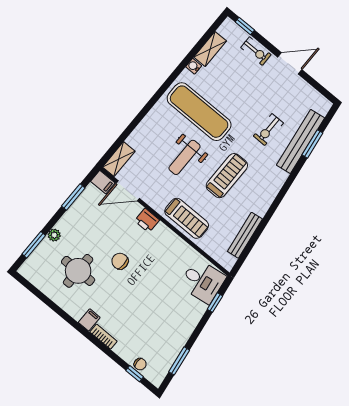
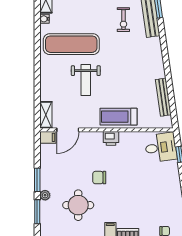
treadmill: (227, 176) -> (121, 70), removed
window: (73, 197) -> (37, 180), moved
treadmill: (187, 218) -> (118, 117), turned 180
printer: (147, 220) -> (111, 138), moved

